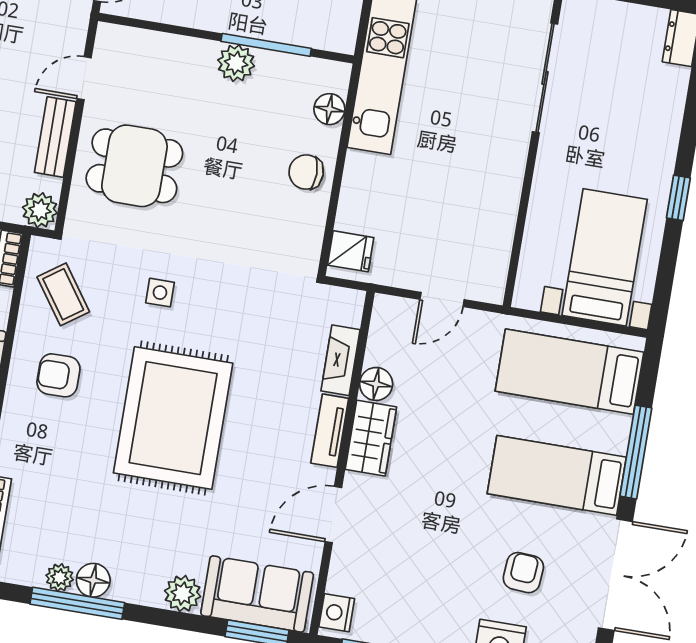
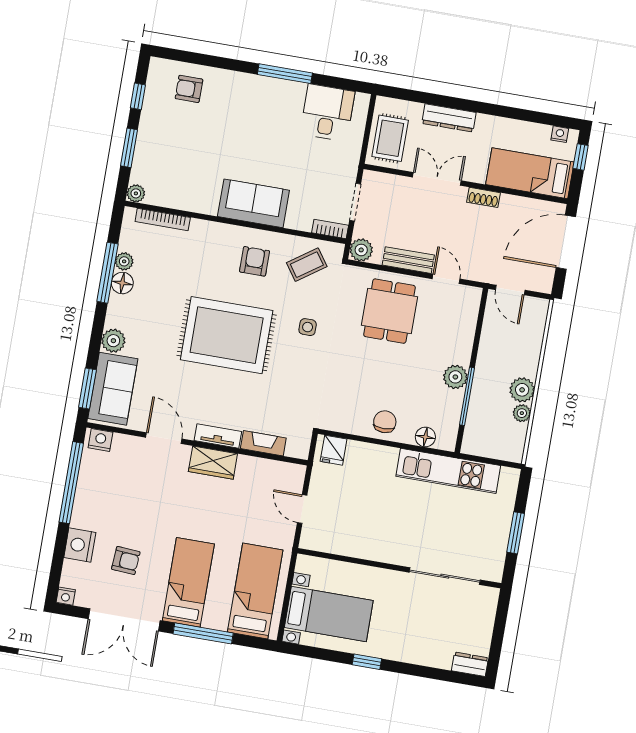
floor lamp: (376, 384) -> (248, 466), removed

